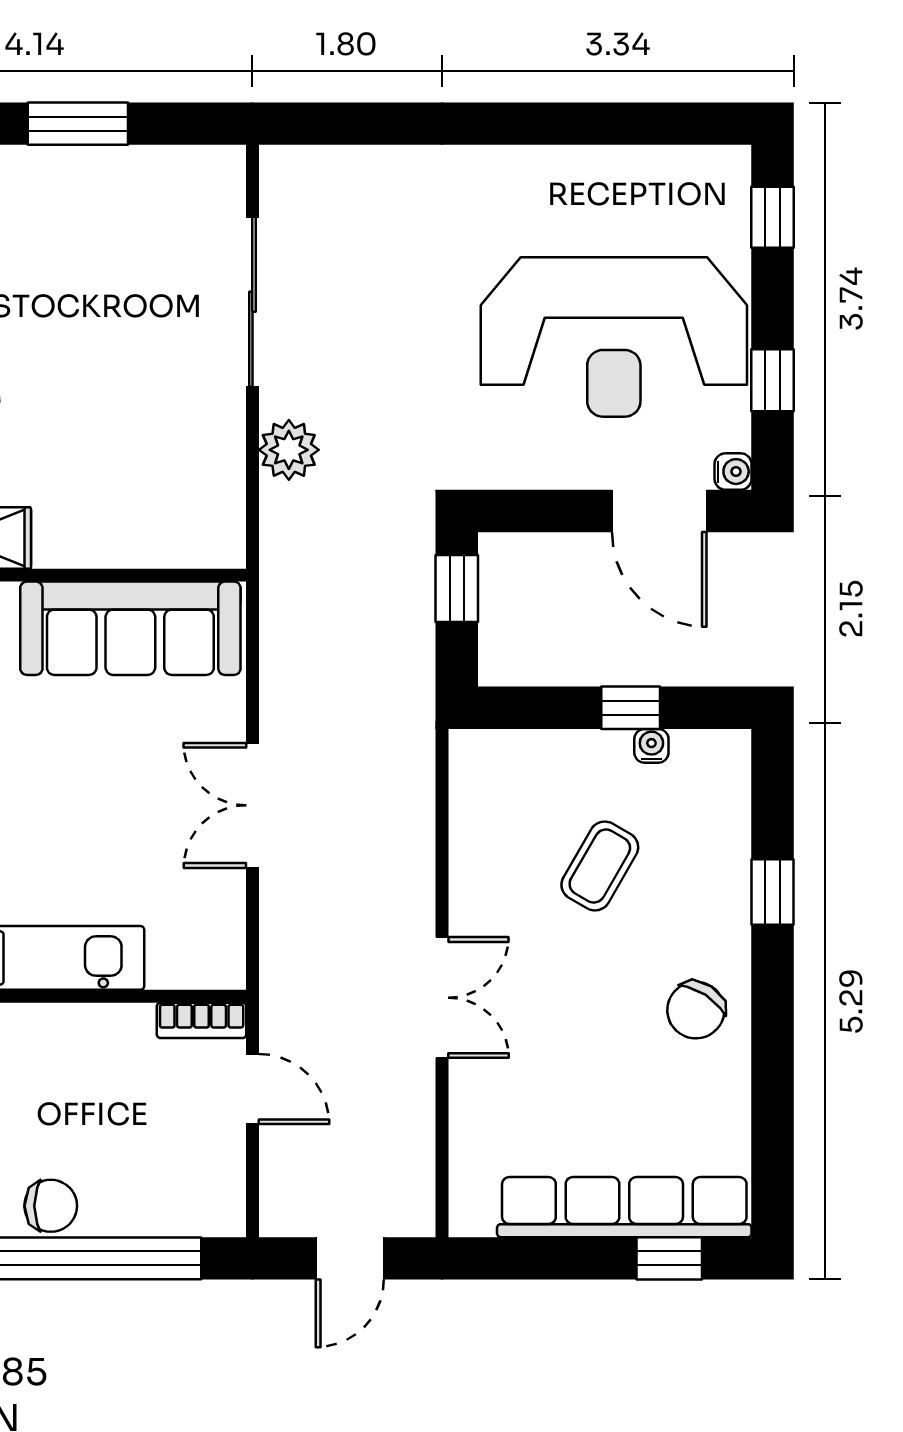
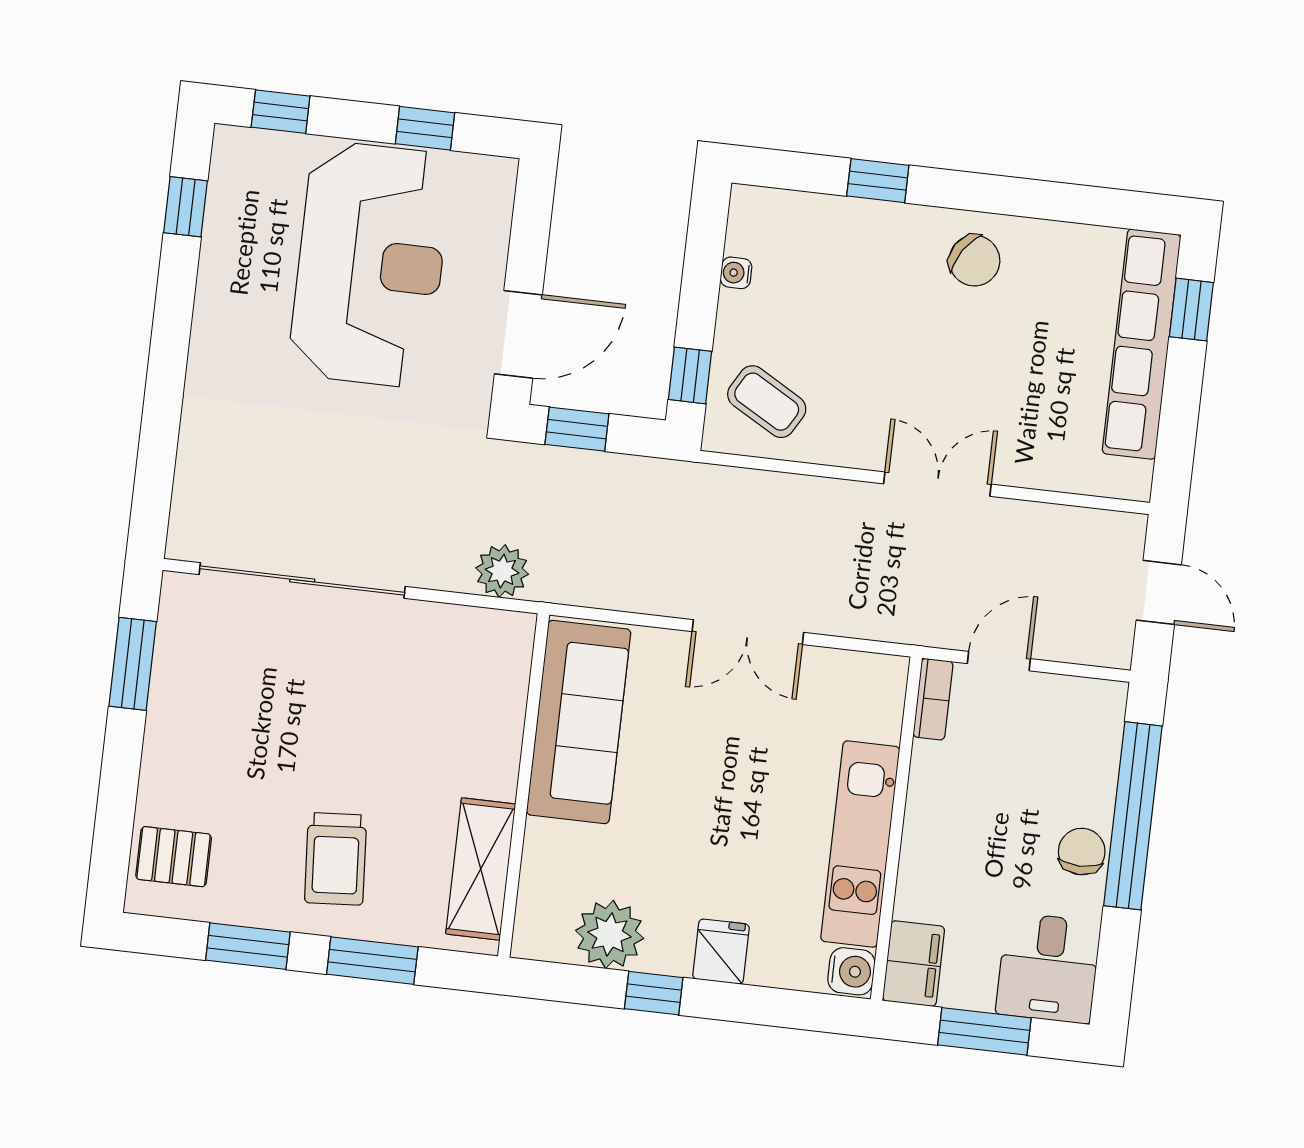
window: (78, 124) -> (133, 664), moved
window: (654, 124) -> (186, 207), added
sliding door: (252, 302) -> (302, 580), width x1.36
plant: (289, 450) -> (502, 571), moved
water cooler: (733, 472) -> (502, 173), removed
door: (659, 511) -> (518, 334), moved
window: (631, 708) -> (690, 375), moved
coffee table: (600, 866) -> (767, 402), moved

